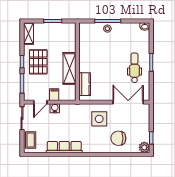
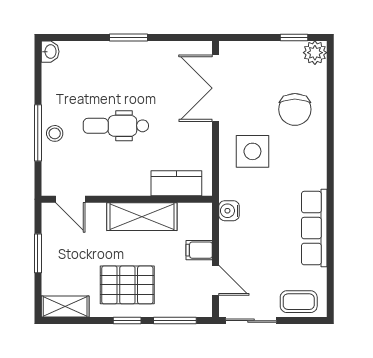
door: (77, 36) -> (70, 199), added
dental chair: (135, 68) -> (116, 126), moved
water cooler: (55, 108) -> (229, 211), moved

